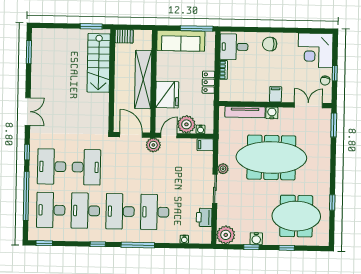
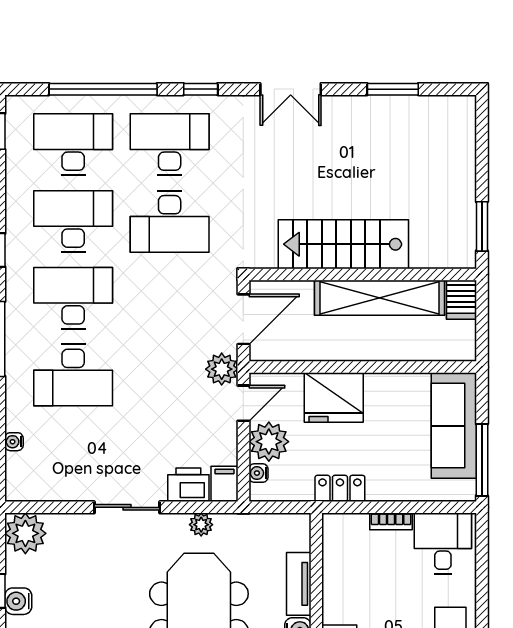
window: (29, 52) -> (393, 89), moved
stairs: (99, 63) -> (343, 244), moved
shelving: (143, 79) -> (380, 298), moved
locker: (208, 82) -> (340, 488), moved
tv unit: (245, 112) -> (299, 584), width x0.71
door: (169, 135) -> (243, 403), hinge flipped
plant: (223, 169) -> (201, 525), moved
desk: (155, 212) -> (73, 375), turned 180
printer: (204, 217) -> (188, 485), moved

